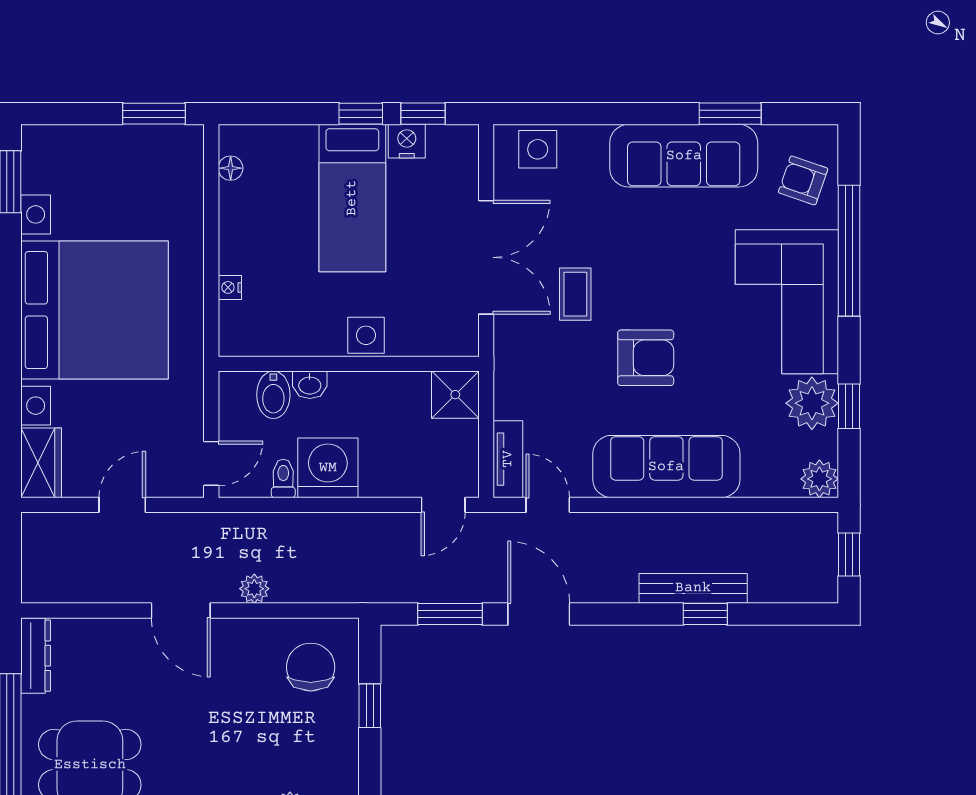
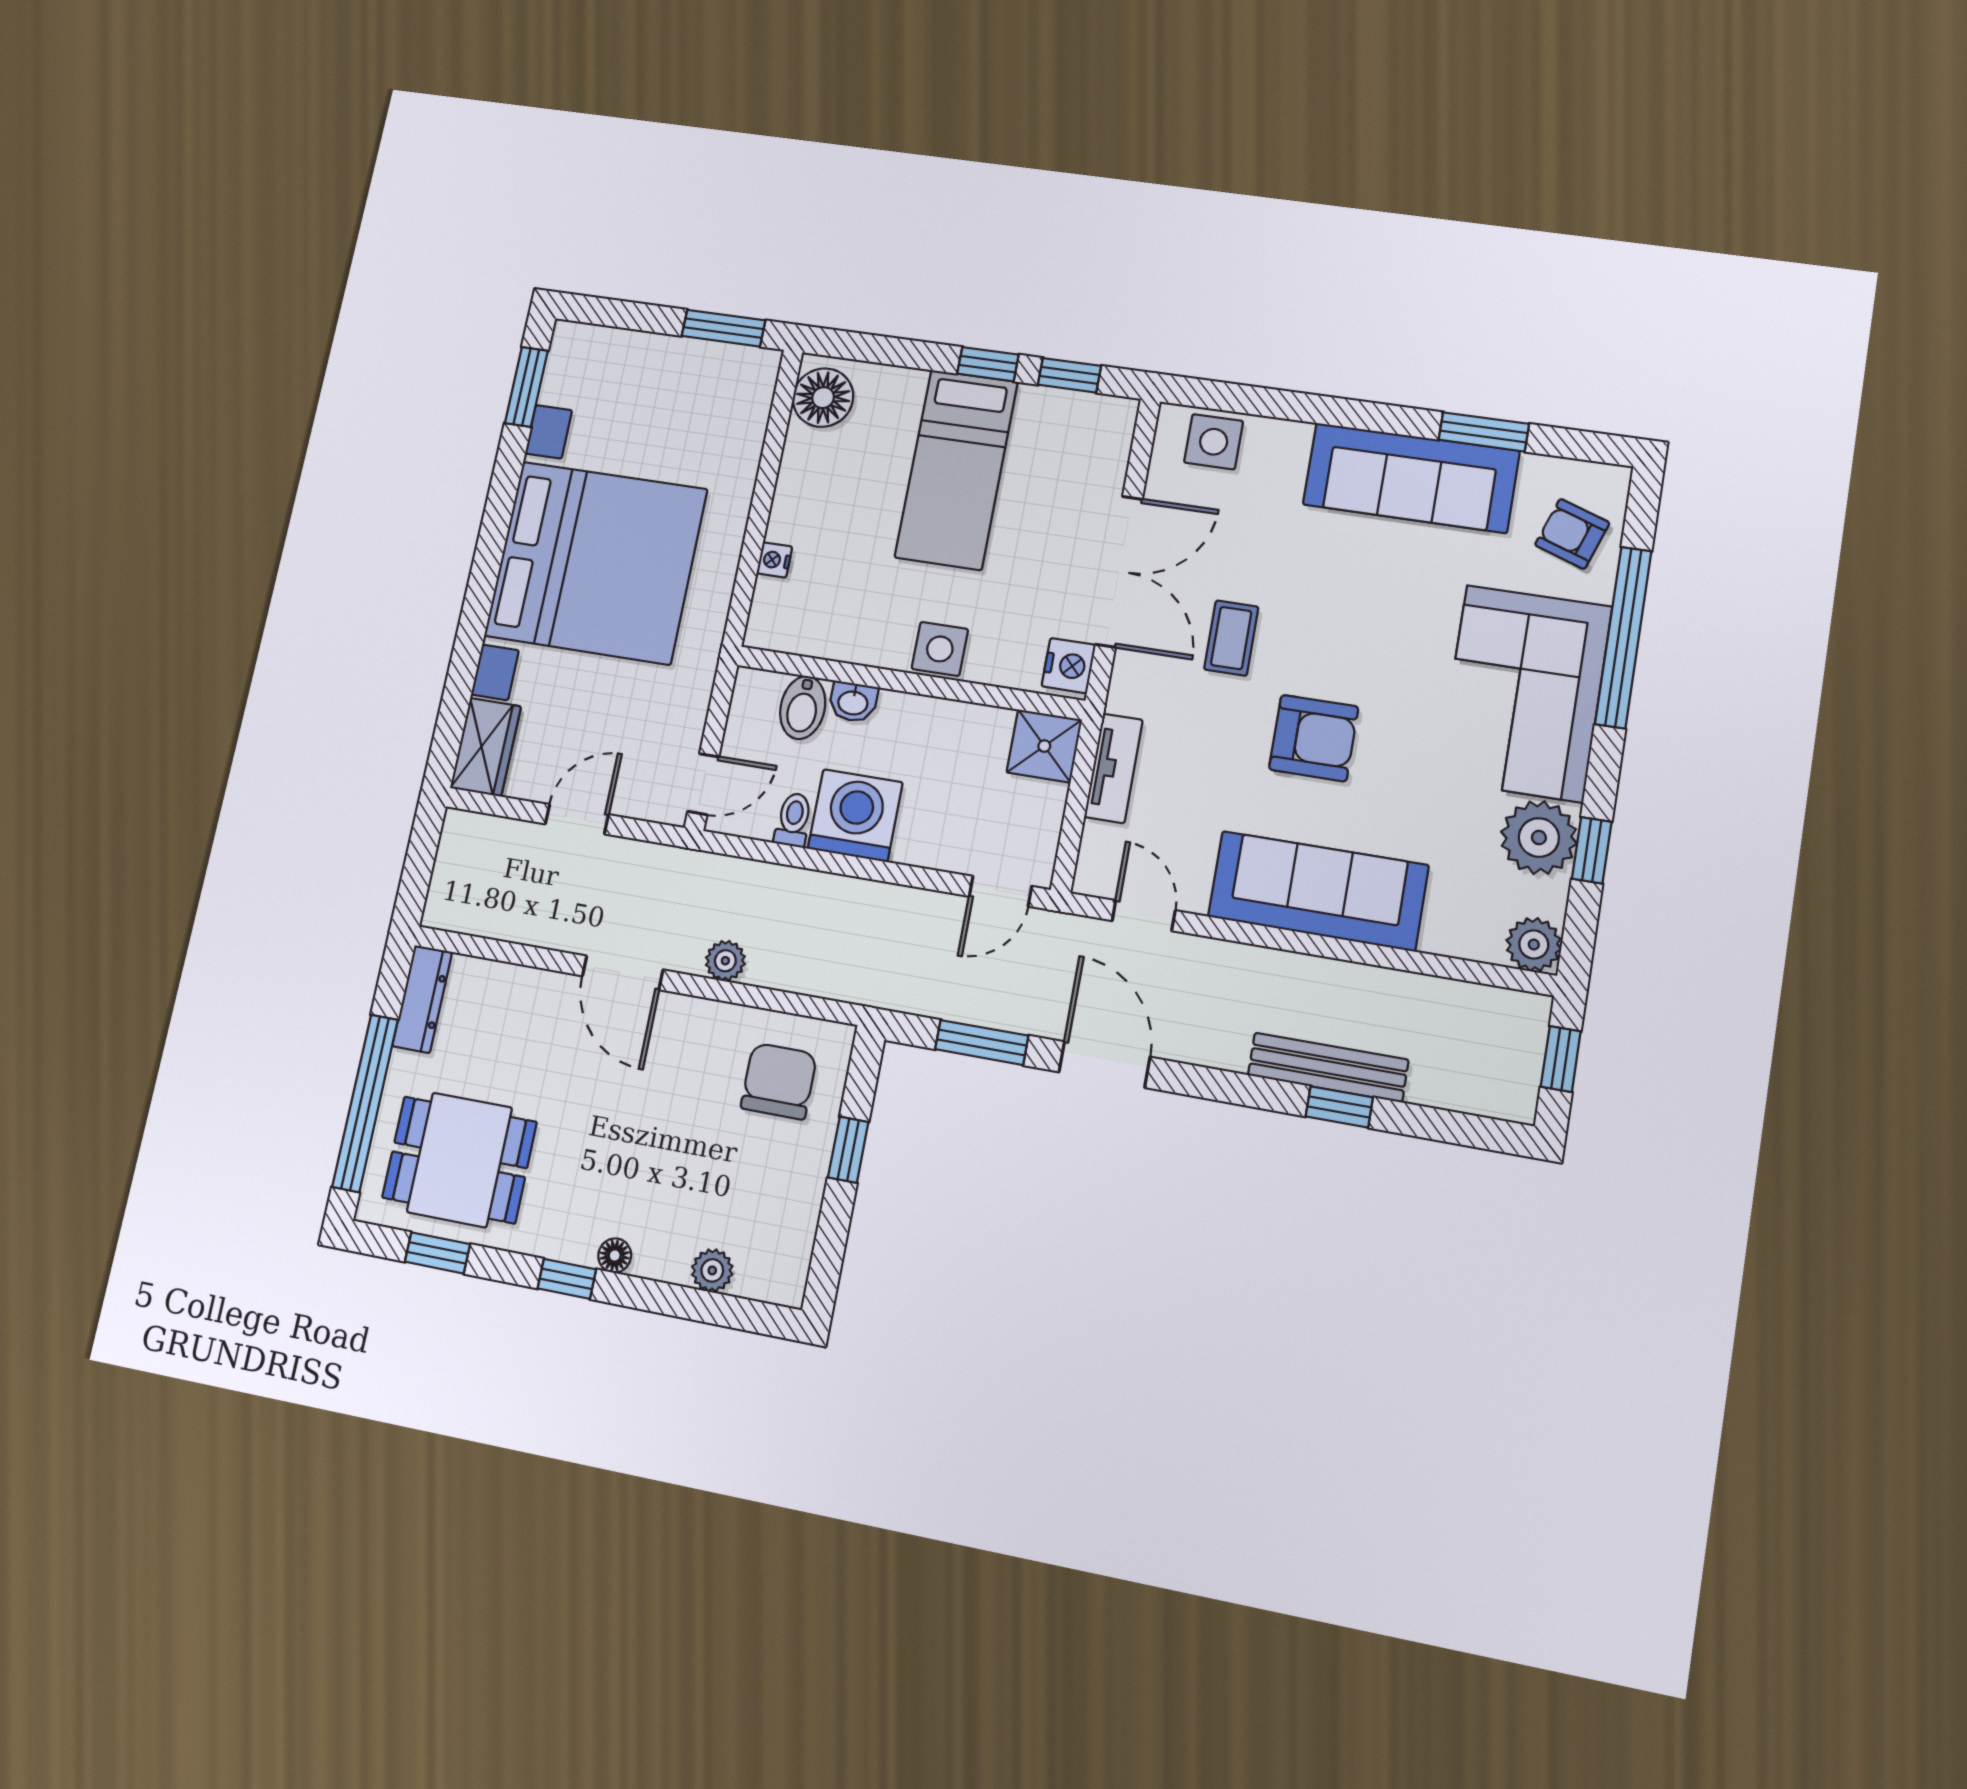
nightstand: (407, 141) -> (1069, 666), moved, turned 90
floor lamp: (231, 168) -> (823, 398), width x1.89, depth x1.89
tv unit: (508, 459) -> (1114, 768), moved

